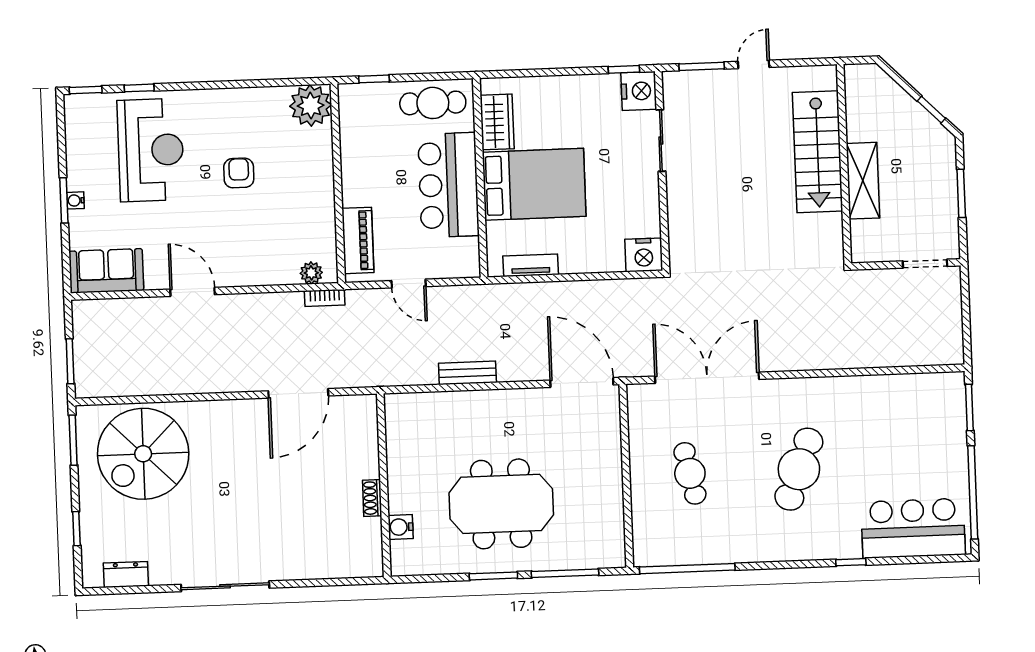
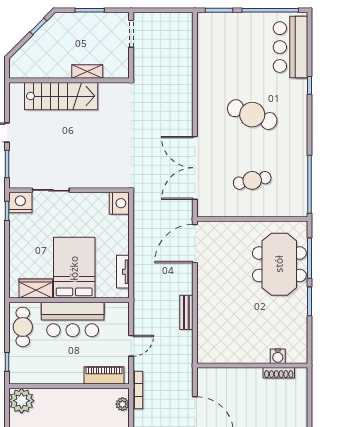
shelving: (863, 181) -> (87, 72), width x0.67, depth x0.75
bookcase: (325, 298) -> (138, 390), width x1.56
shoe rack: (372, 498) -> (279, 373), moved, width x1.43
meeting table: (501, 504) -> (279, 264), moved

